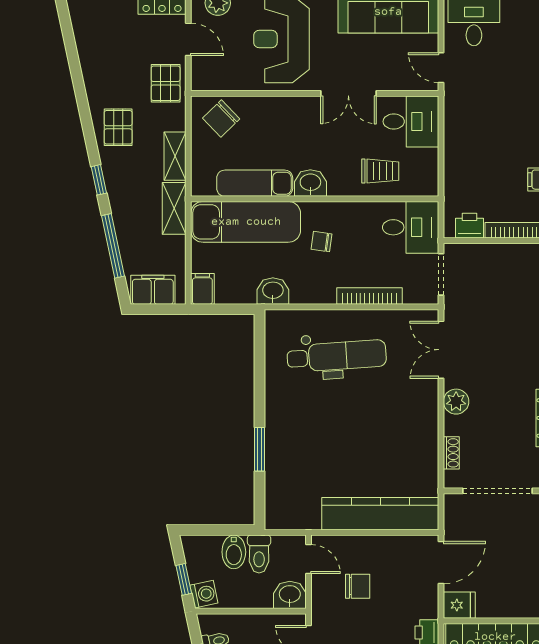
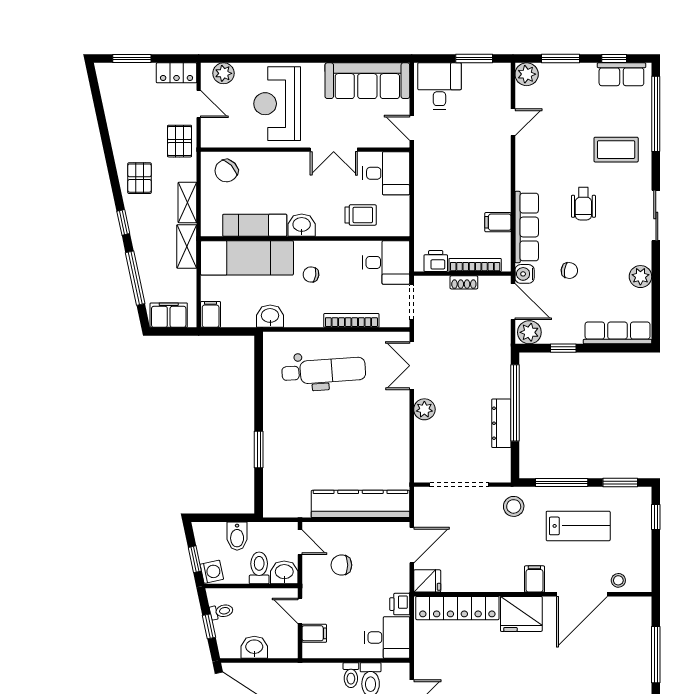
shoe rack: (451, 453) -> (464, 282), moved, turned 90
toilet: (259, 554) -> (259, 568), moved, turned 180
chair: (358, 586) -> (341, 565), turned 180

